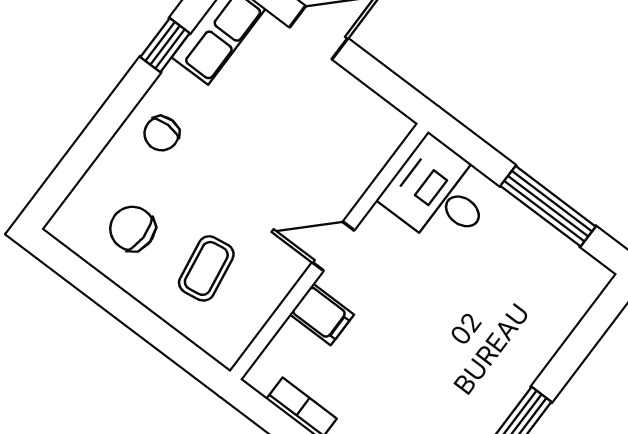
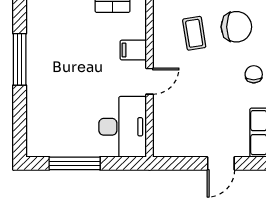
desk: (439, 194) -> (123, 127), width x1.37
chair: (132, 229) -> (236, 27), width x1.37, depth x1.37

